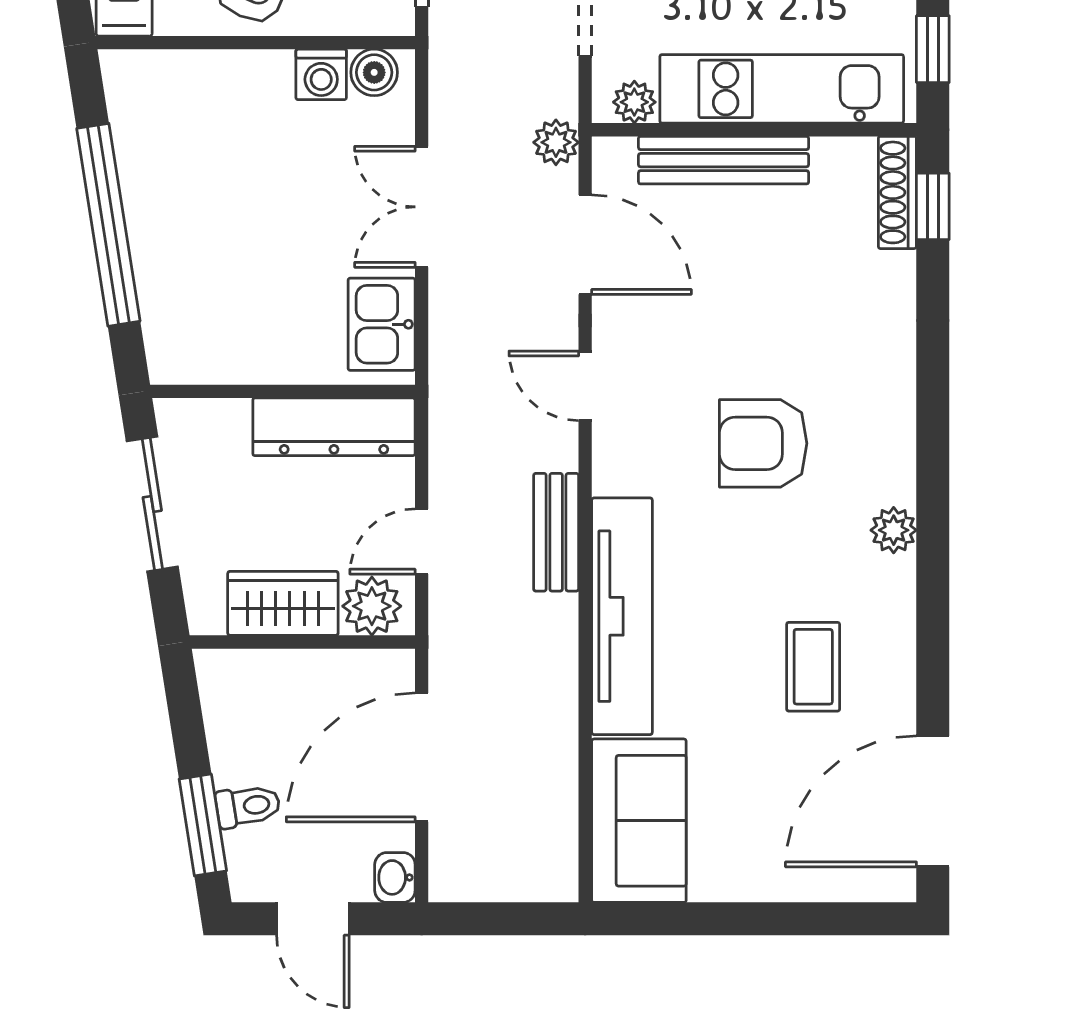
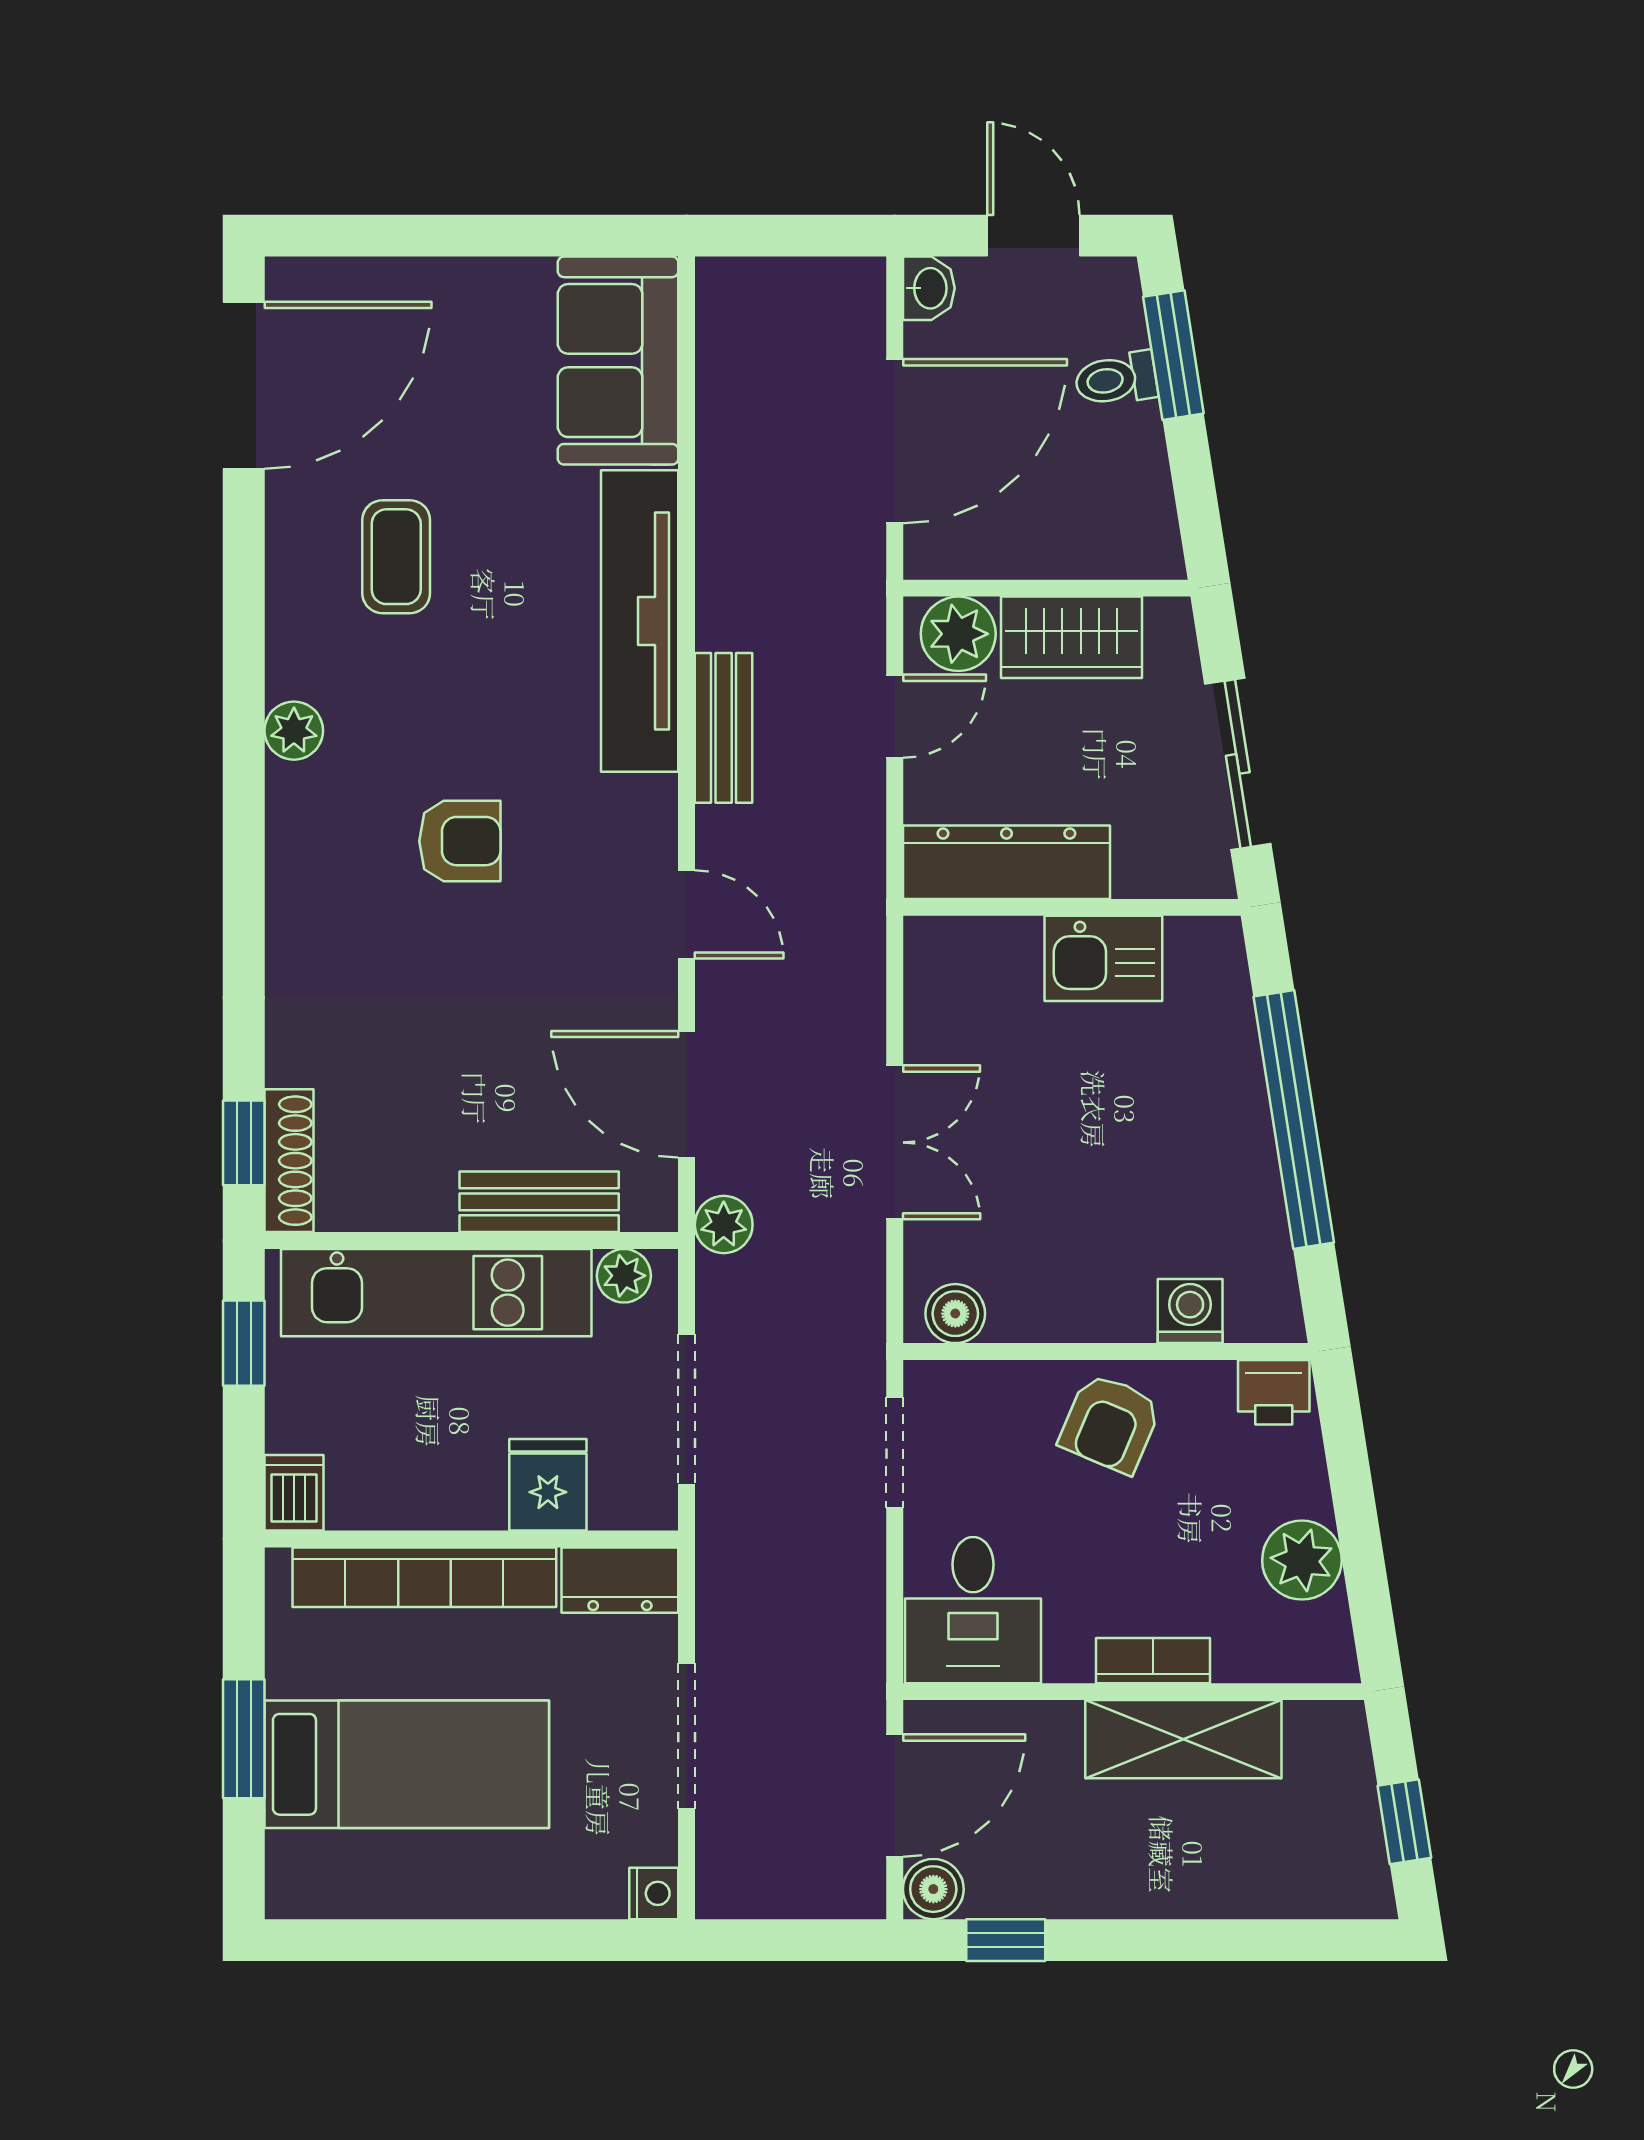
washing machine: (321, 74) -> (1190, 1311), moved
bench: (724, 160) -> (539, 1202), width x0.73
kitchen sink: (382, 324) -> (1103, 958), moved, turned 90
armchair: (763, 443) -> (460, 841), width x0.72, depth x0.72

